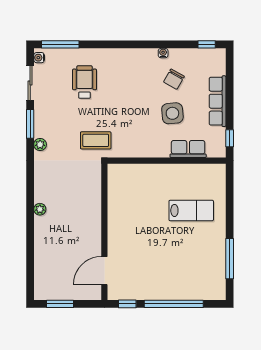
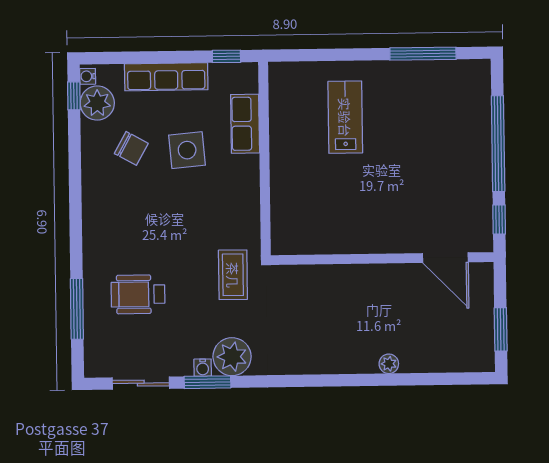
window: (60, 44) -> (77, 309), moved
water cooler: (163, 53) -> (88, 76), moved
water cooler: (39, 58) -> (203, 368), moved
plant: (202, 59) -> (97, 103), added
plant: (40, 145) -> (232, 357), width x1.87, depth x1.87
plant: (40, 209) -> (389, 364), moved

